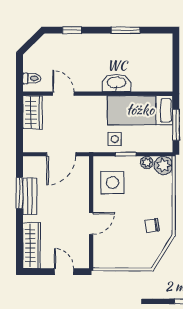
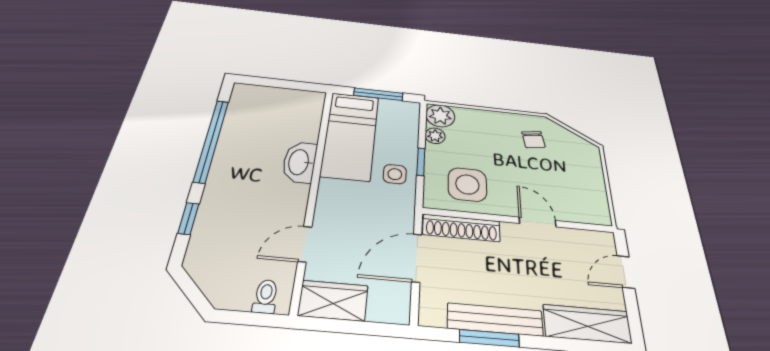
window: (126, 30) -> (211, 140), width x2.11
door: (61, 154) -> (417, 258), swing flipped
shoe rack: (82, 179) -> (461, 228), added
bench: (30, 196) -> (495, 319), width x1.36

